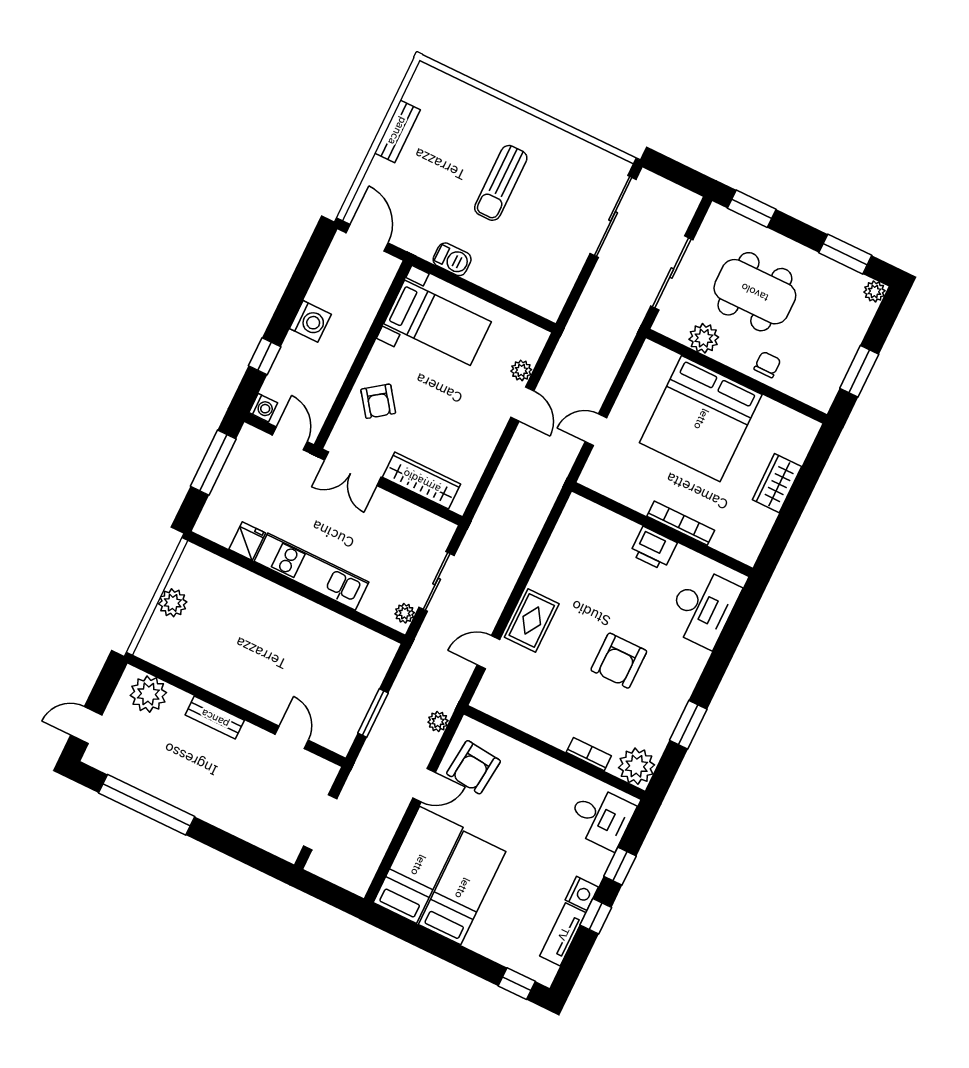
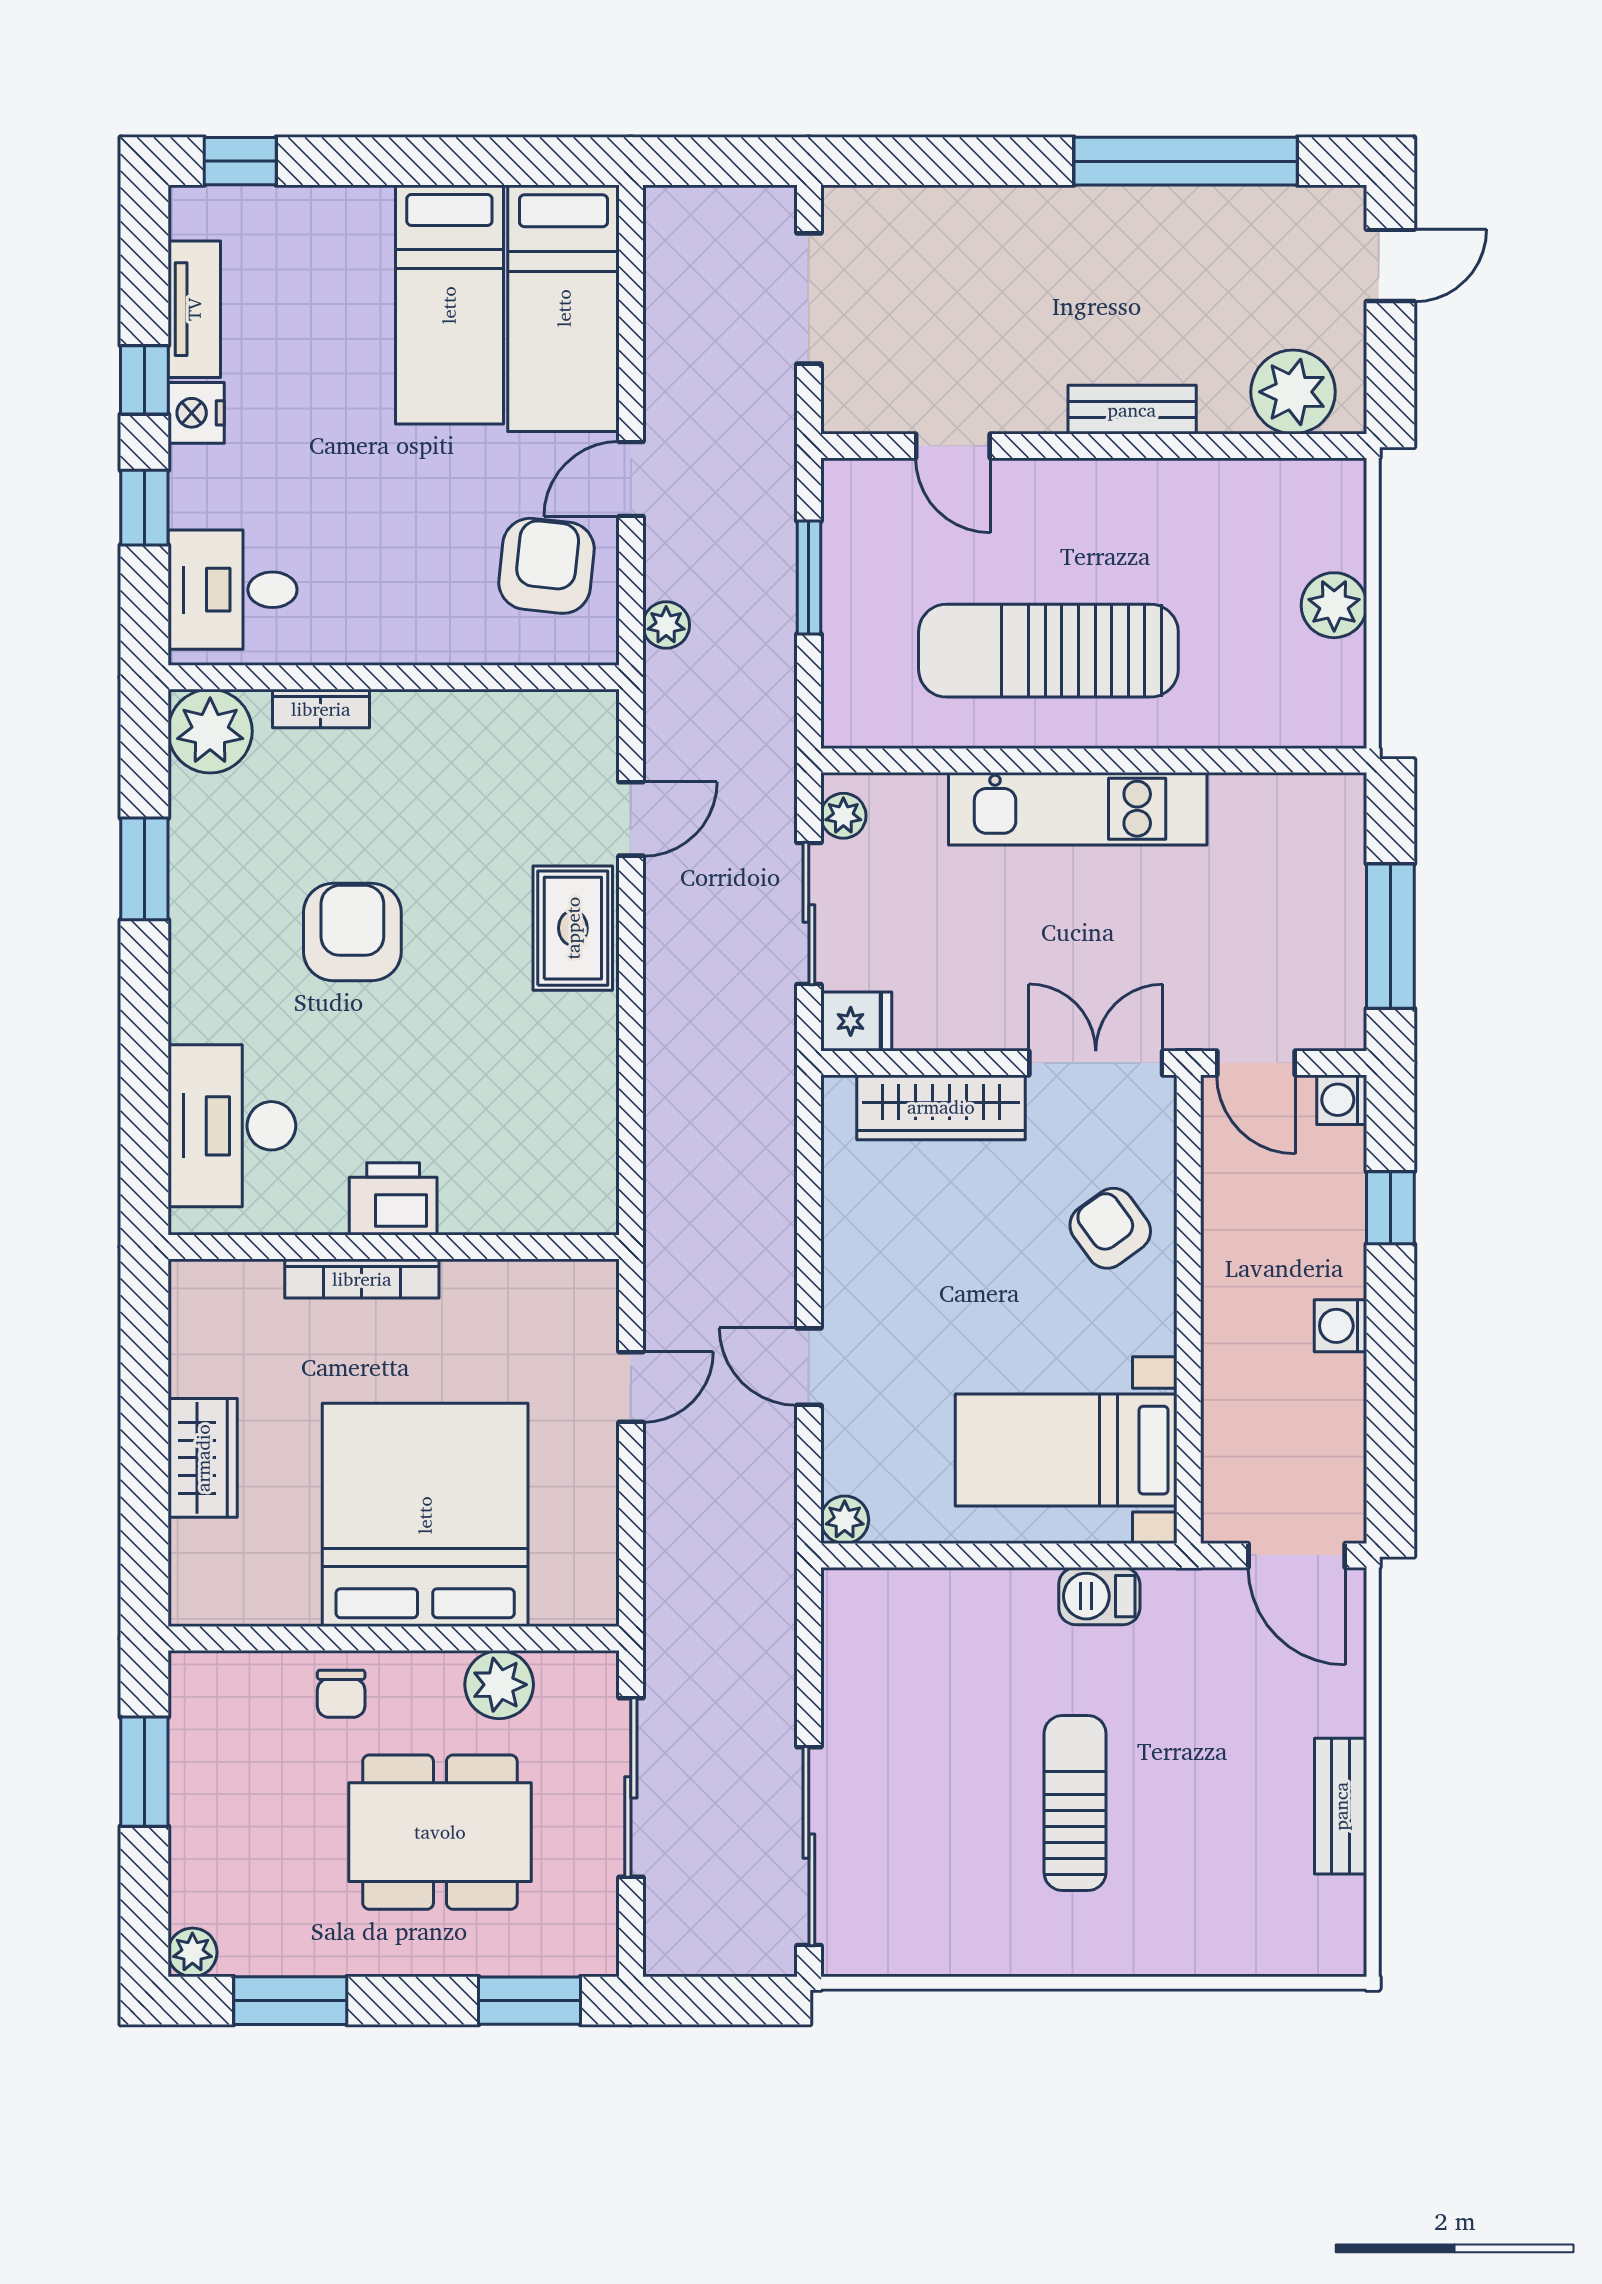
washing machine: (310, 321) -> (1340, 1326), width x0.73, depth x0.73
plant: (521, 370) -> (845, 1520), moved
fridge: (247, 541) -> (856, 1021), moved, turned -90
sun lounger: (293, 639) -> (1048, 651), added

